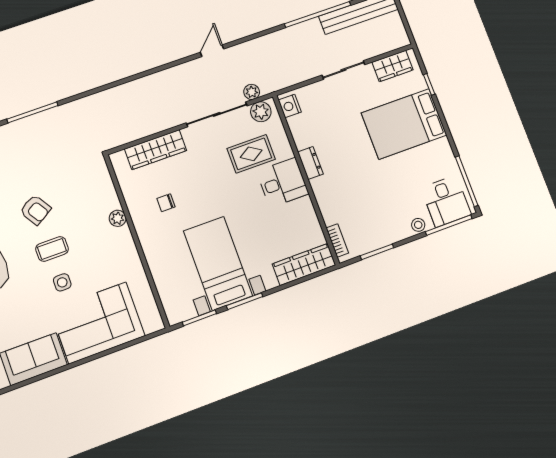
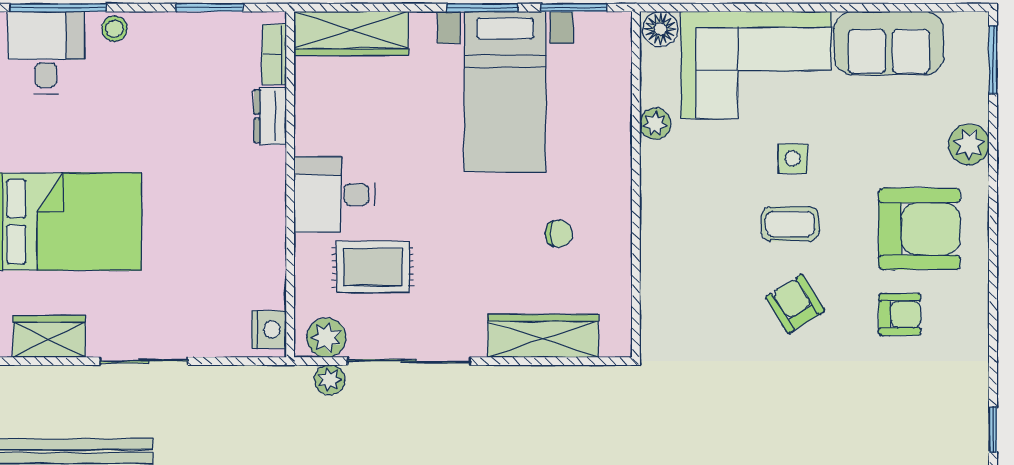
dresser: (310, 163) -> (270, 116), moved
plant: (118, 218) -> (655, 124), moved
floor lamp: (152, 323) -> (660, 29), added

